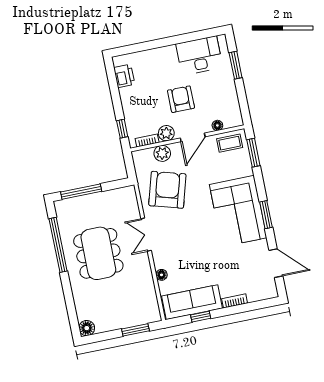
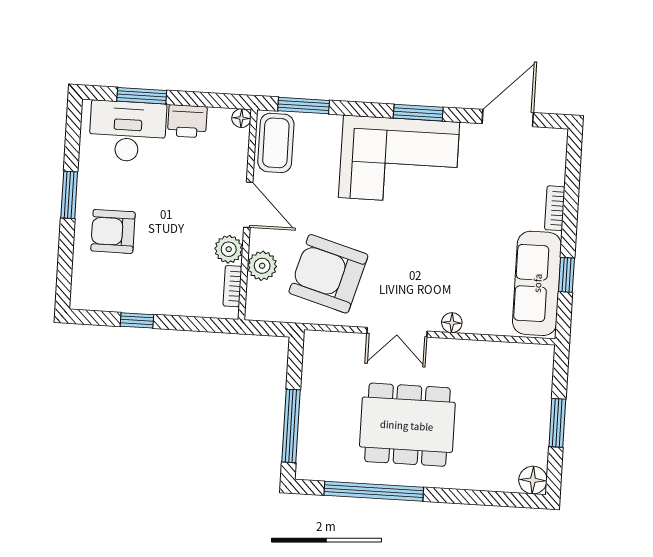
window: (172, 41) -> (69, 195), added
desk: (199, 56) -> (128, 131), moved, turned 90
printer: (124, 76) -> (187, 121), moved, turned 180
armchair: (181, 99) -> (113, 231), moved
floor lamp: (217, 125) -> (241, 118), moved
window: (122, 129) -> (137, 320), moved
coffee table: (230, 143) -> (276, 143), width x1.36, depth x1.30
floor lamp: (162, 275) -> (452, 323), moved
window: (135, 330) -> (557, 423), moved

